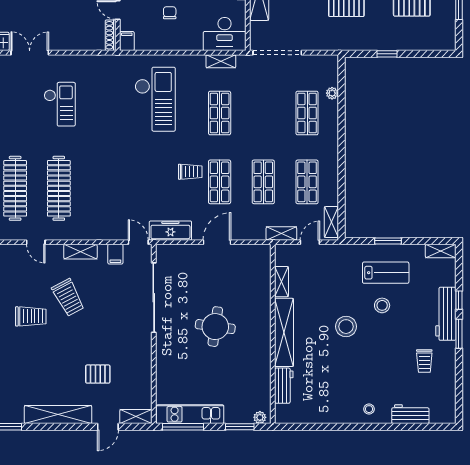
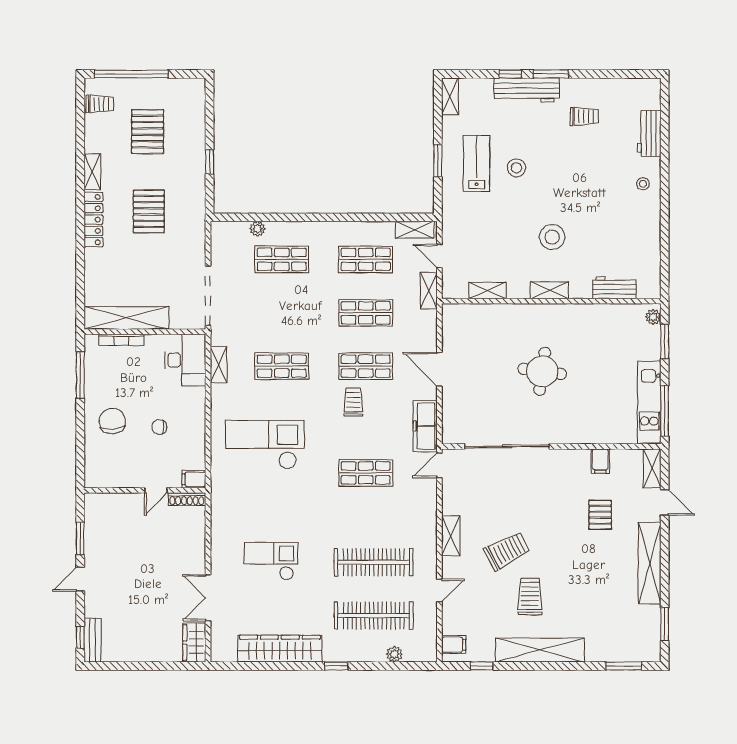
shop shelf: (132, 182) -> (366, 473), added
filing cabinet: (115, 254) -> (600, 461), moved, turned 90
stool: (346, 327) -> (552, 237), moved
shelving: (284, 332) -> (549, 290), width x0.45, depth x0.75

